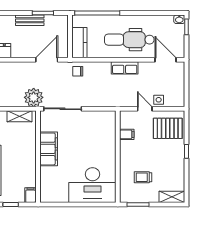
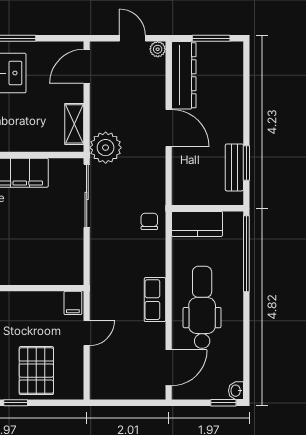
bench: (30, 20) -> (234, 167), moved
door: (47, 60) -> (169, 128), moved
side table: (159, 100) -> (102, 356), removed
pallet: (168, 128) -> (36, 371), moved
filing cabinet: (127, 134) -> (73, 303), moved

